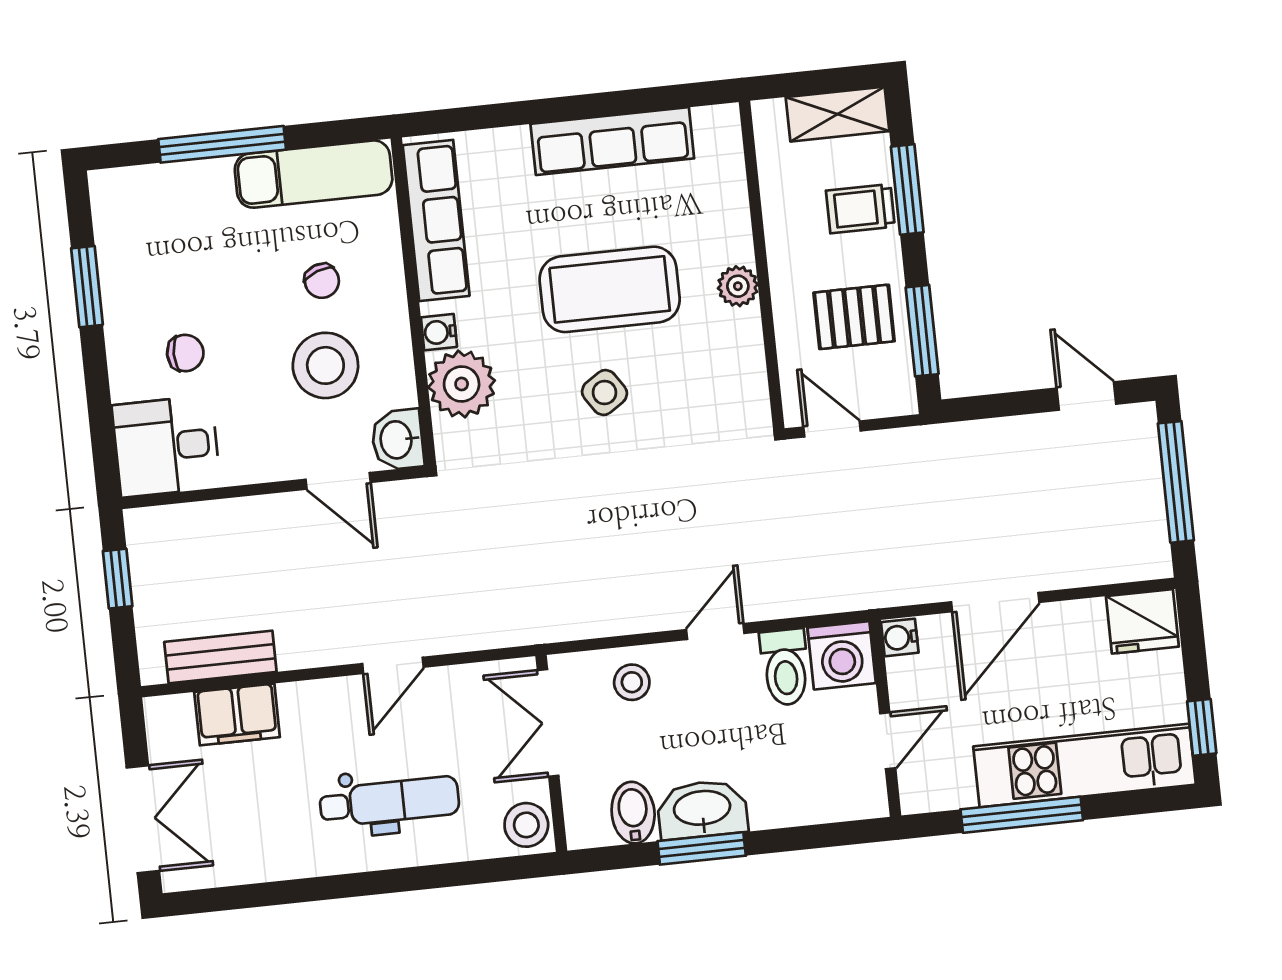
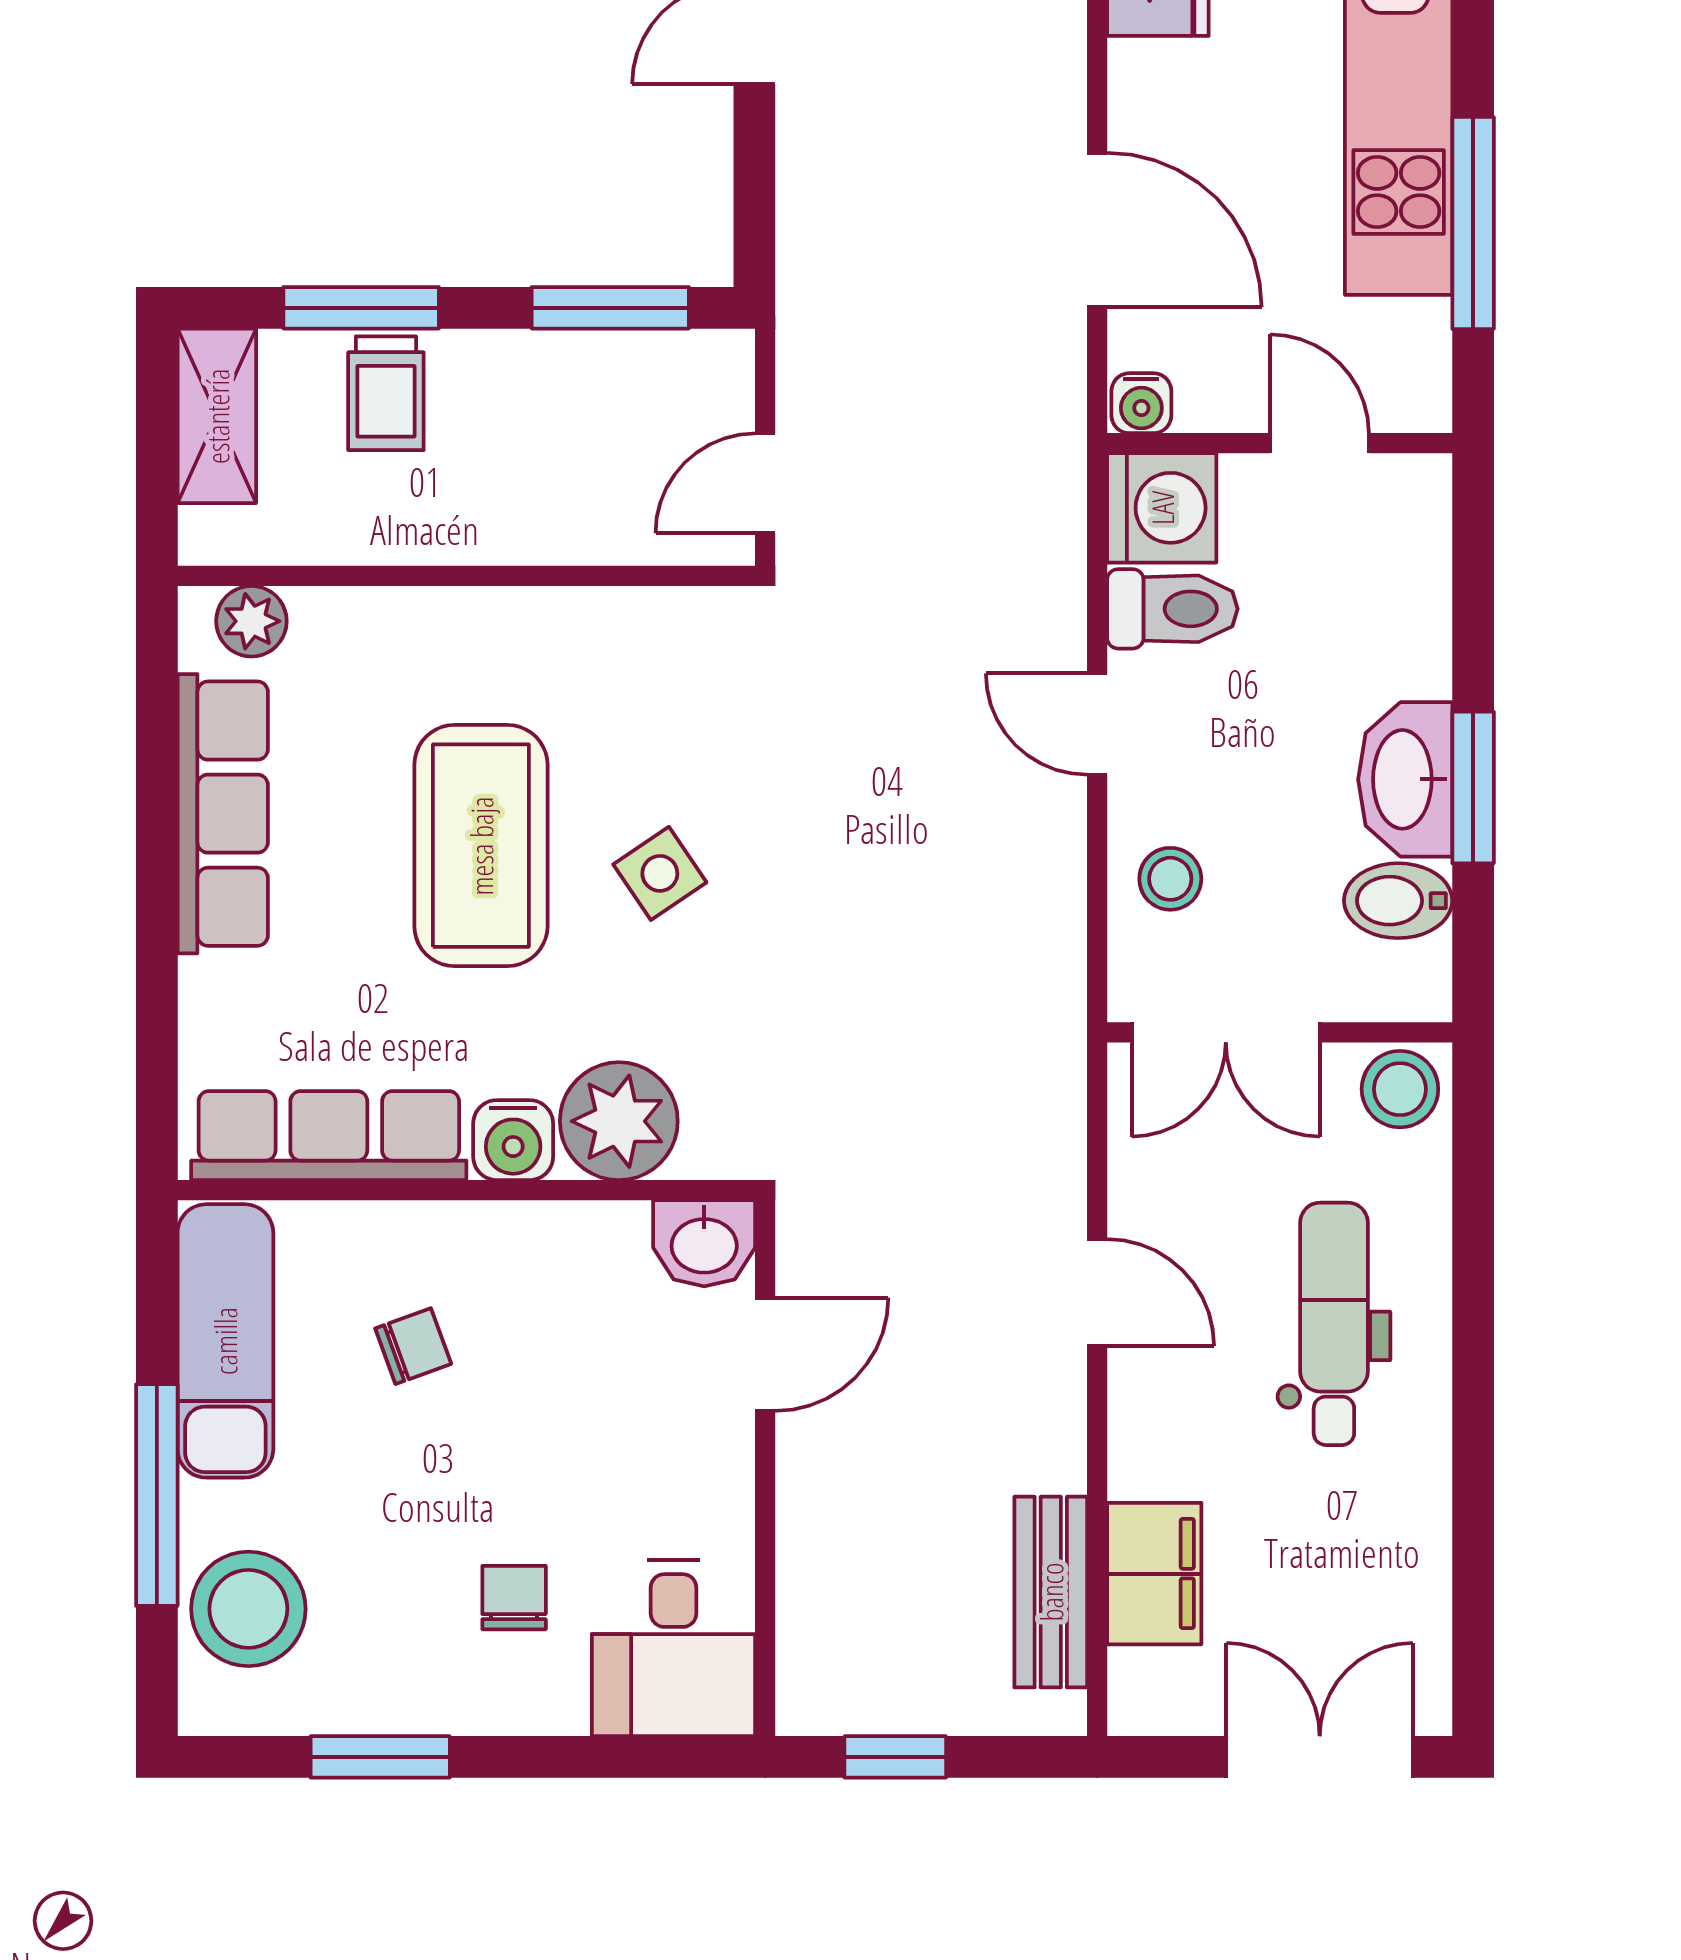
plant: (738, 286) -> (251, 621), moved
pallet: (854, 317) -> (574, 424), removed
water cooler: (439, 332) -> (513, 1140), width x1.38, depth x1.38
stool: (325, 365) -> (248, 1609), moved

